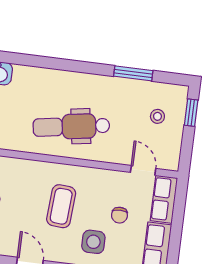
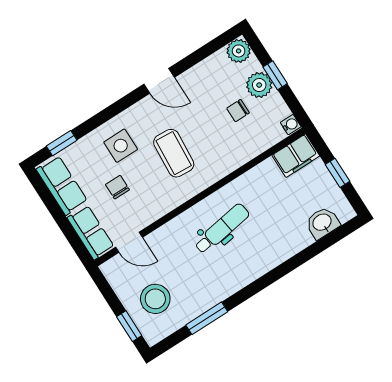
stool: (157, 116) -> (155, 299), width x1.89, depth x1.89
dental chair: (71, 127) -> (222, 229), width x0.73, depth x0.72

